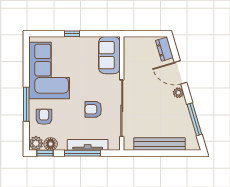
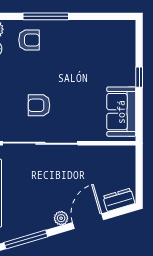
sofa: (109, 55) -> (121, 112), moved, turned -90
corner sofa: (49, 71) -> (90, 47), removed
armchair: (93, 109) -> (39, 105), turned -90

